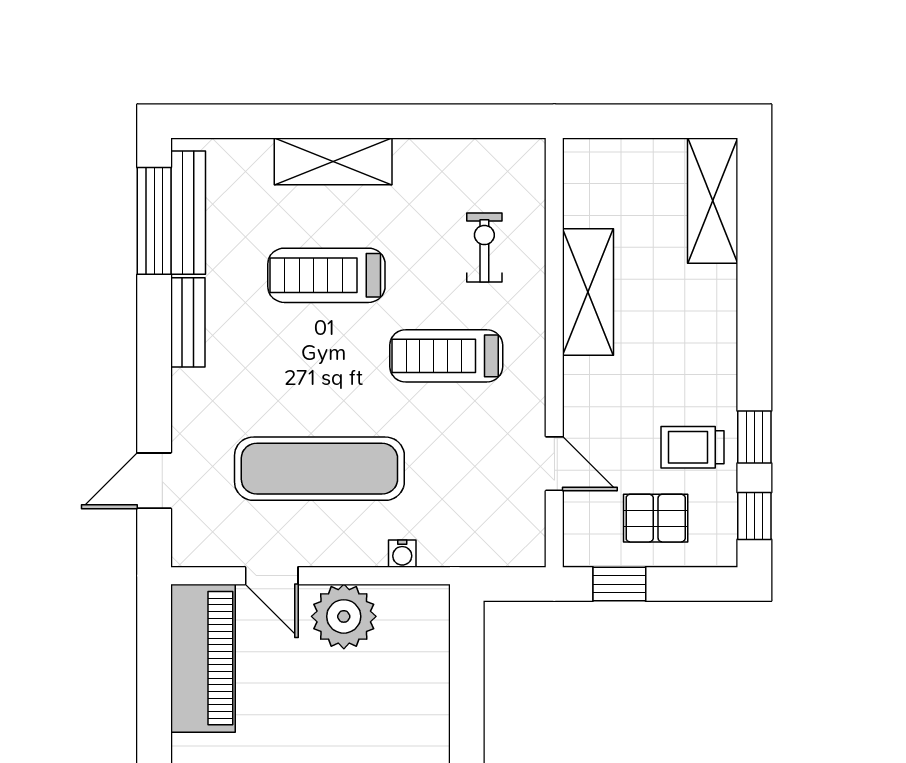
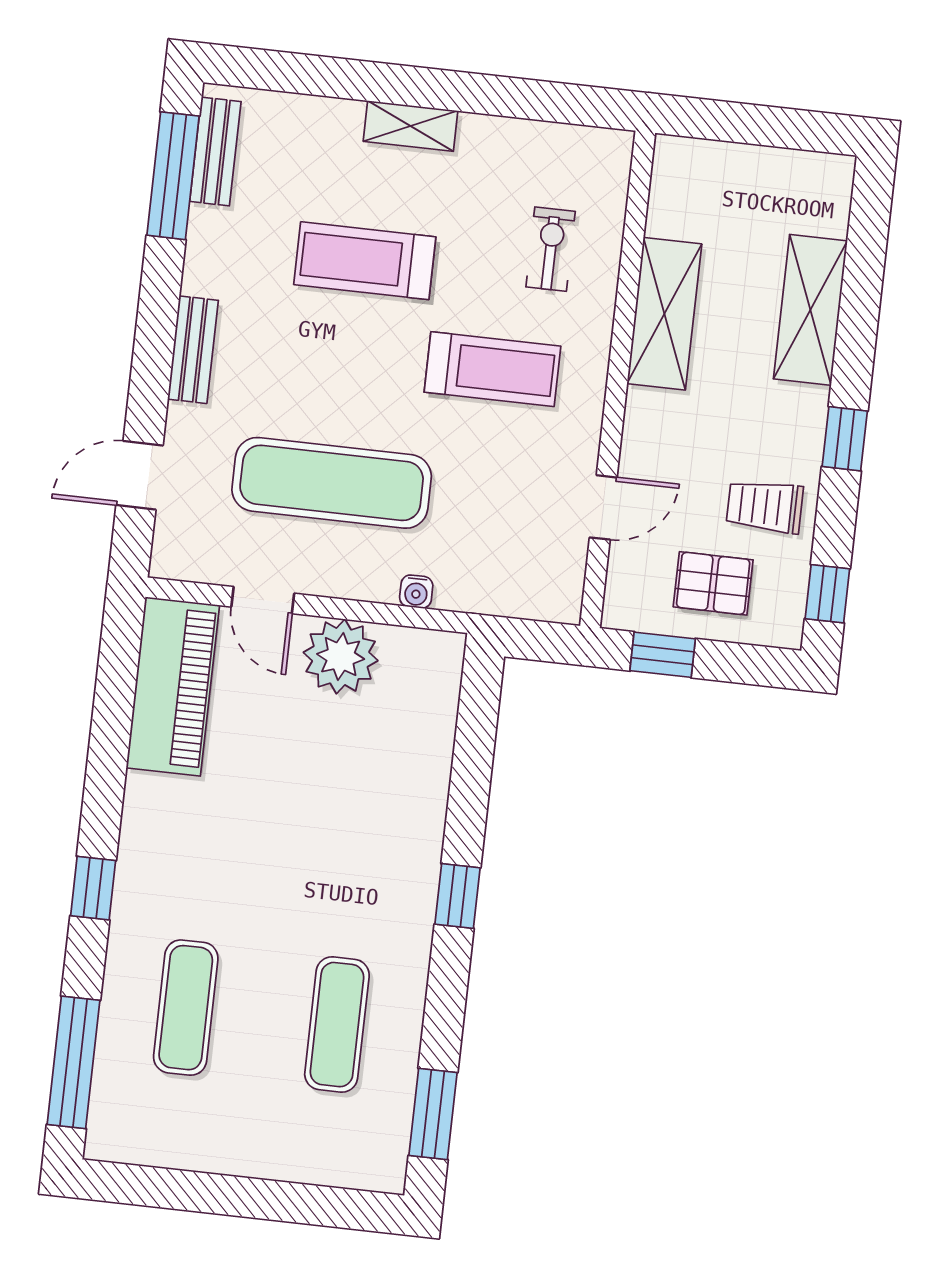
shelving: (333, 161) -> (410, 126), width x0.67, depth x0.75
shelving: (713, 201) -> (810, 310), moved
bench: (188, 213) -> (215, 151), width x0.73
bench: (188, 322) -> (193, 350), moved
treadmill: (446, 356) -> (492, 369), turned 180
window: (754, 437) -> (845, 439), moved
door: (554, 464) -> (603, 507), hinge flipped

